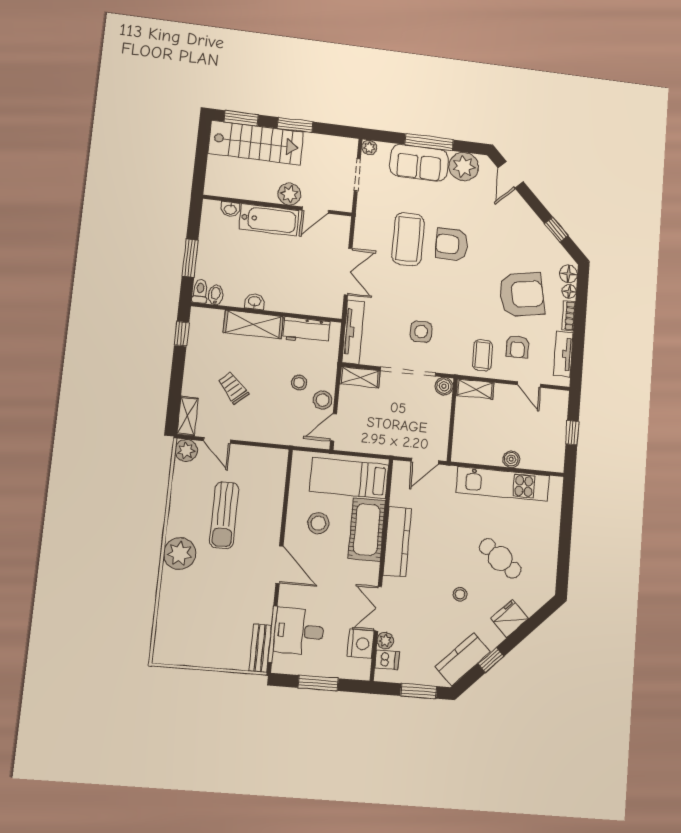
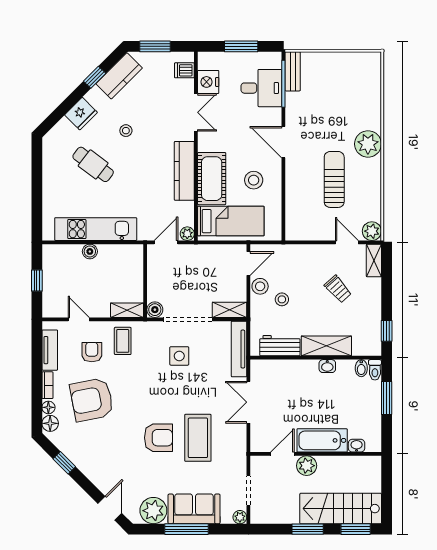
plant: (385, 641) -> (187, 234), moved

